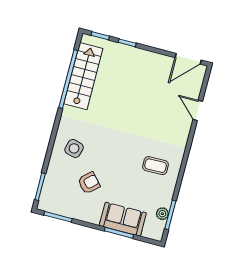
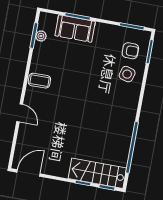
stairs: (83, 76) -> (97, 173), moved, turned 90
door: (198, 110) -> (20, 113), moved
side table: (74, 148) -> (127, 74), moved
coffee table: (156, 166) -> (39, 81), moved
armchair: (89, 183) -> (130, 51), moved, turned -138

